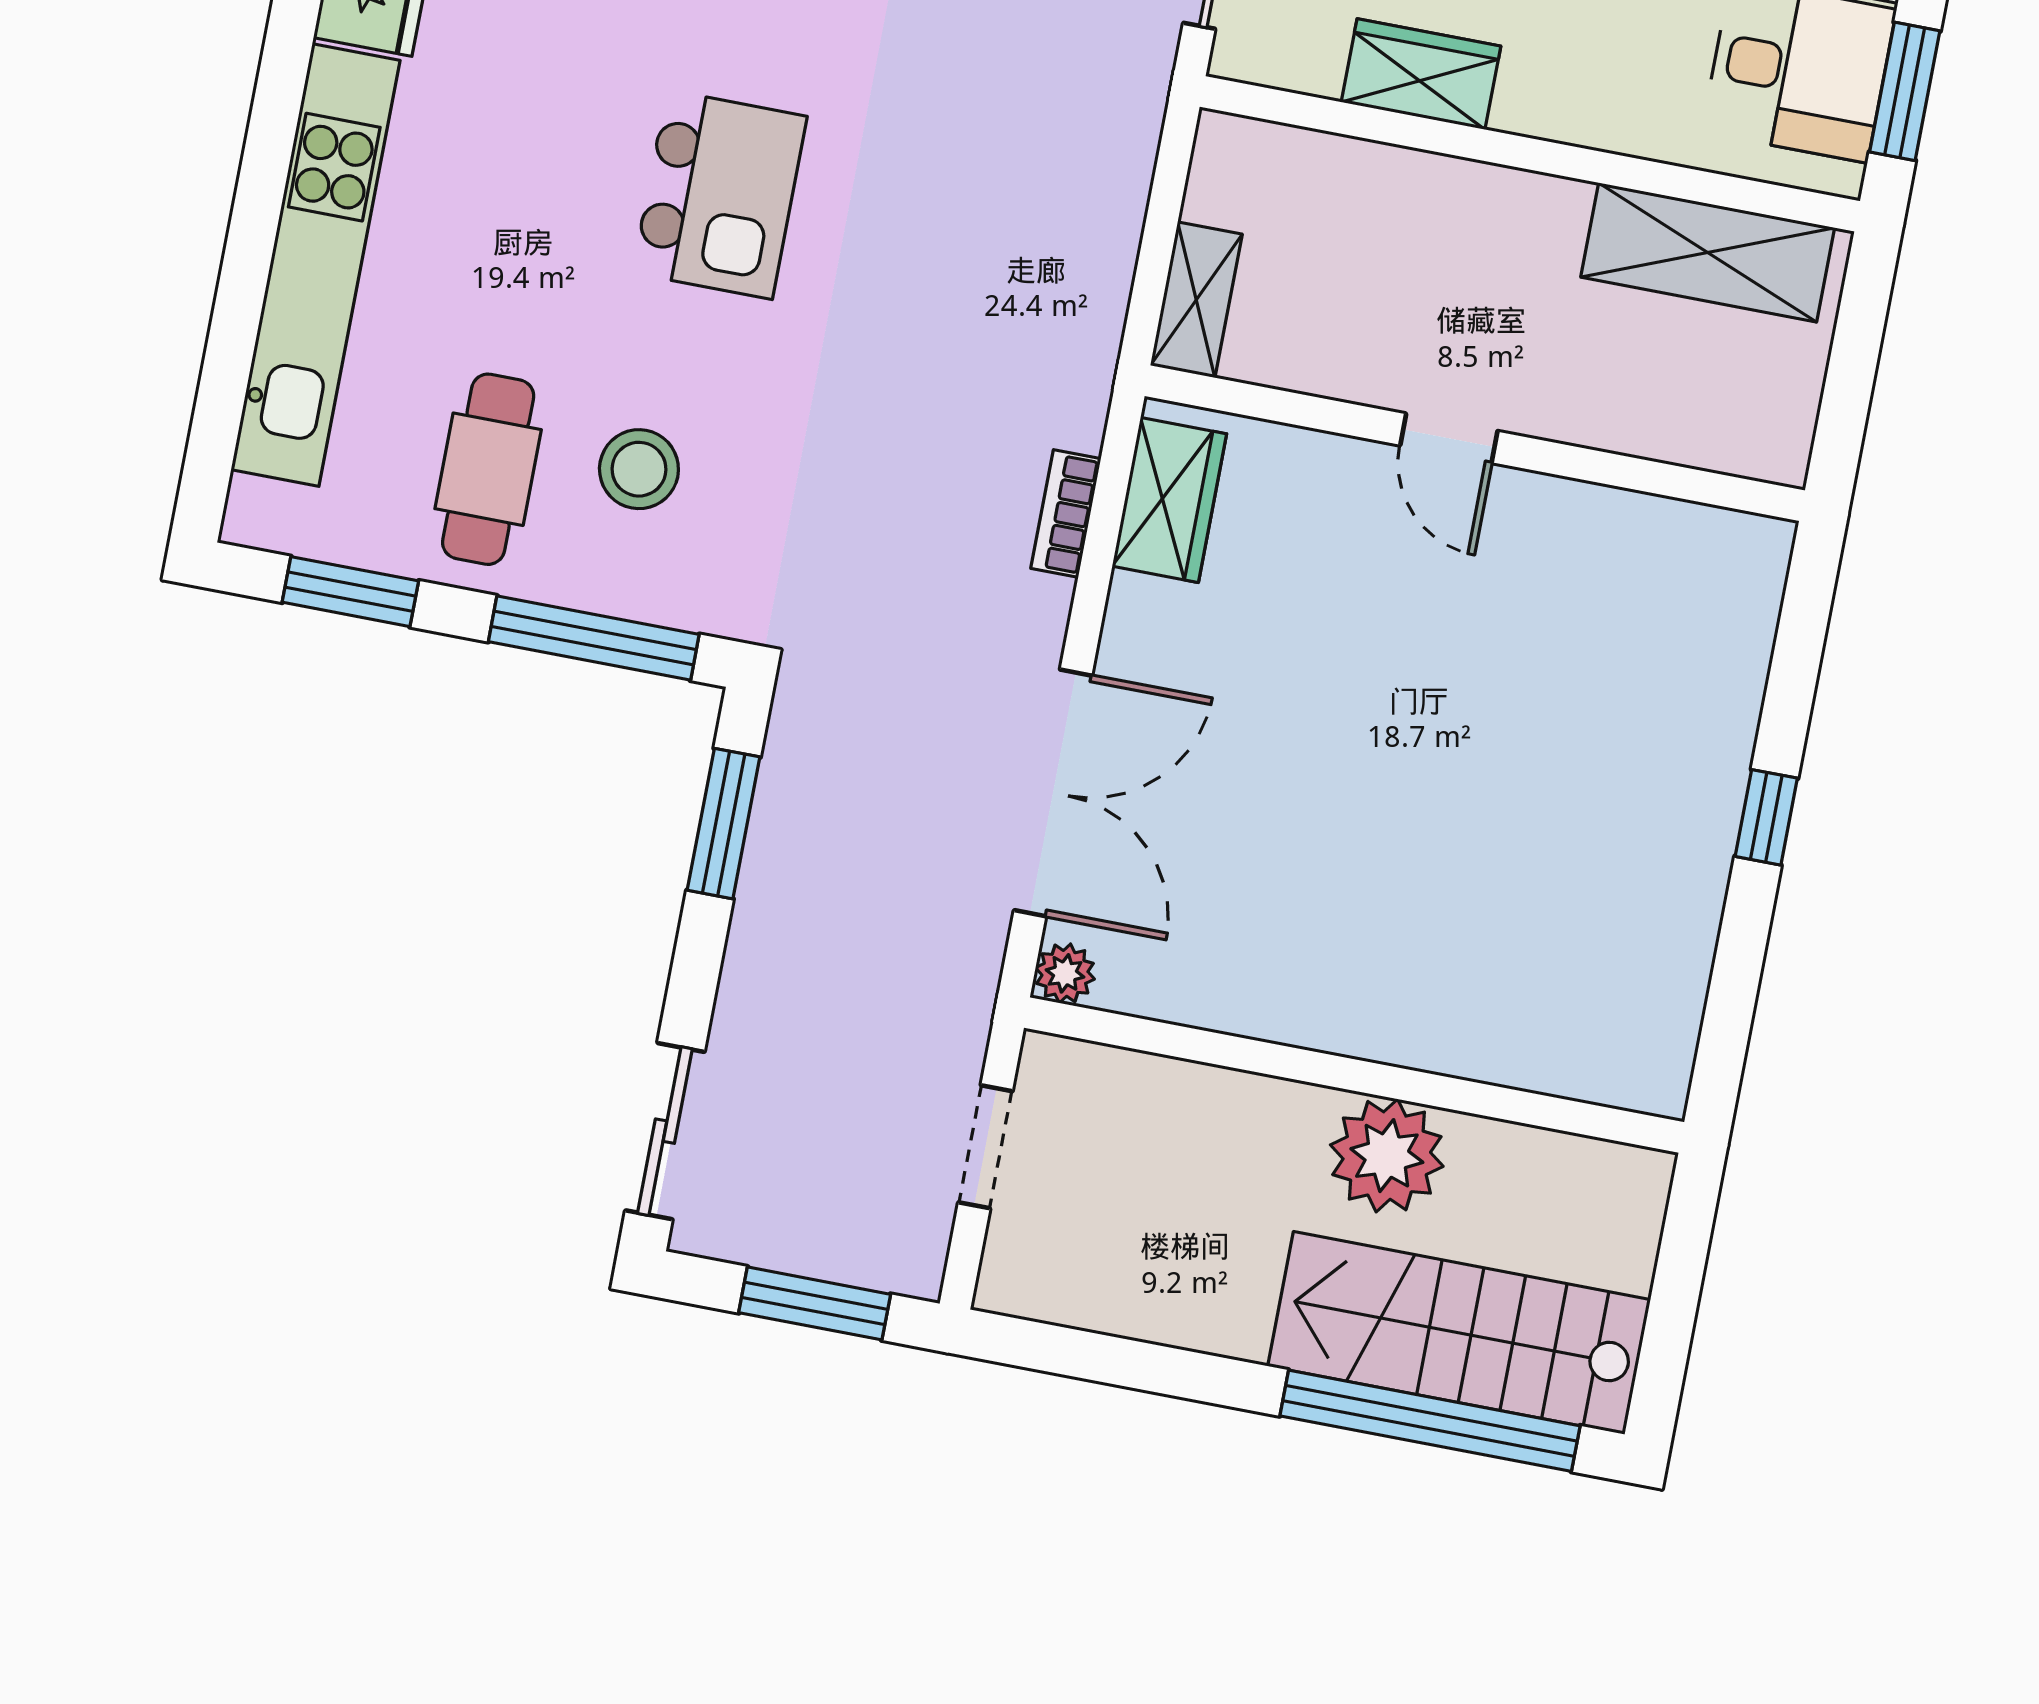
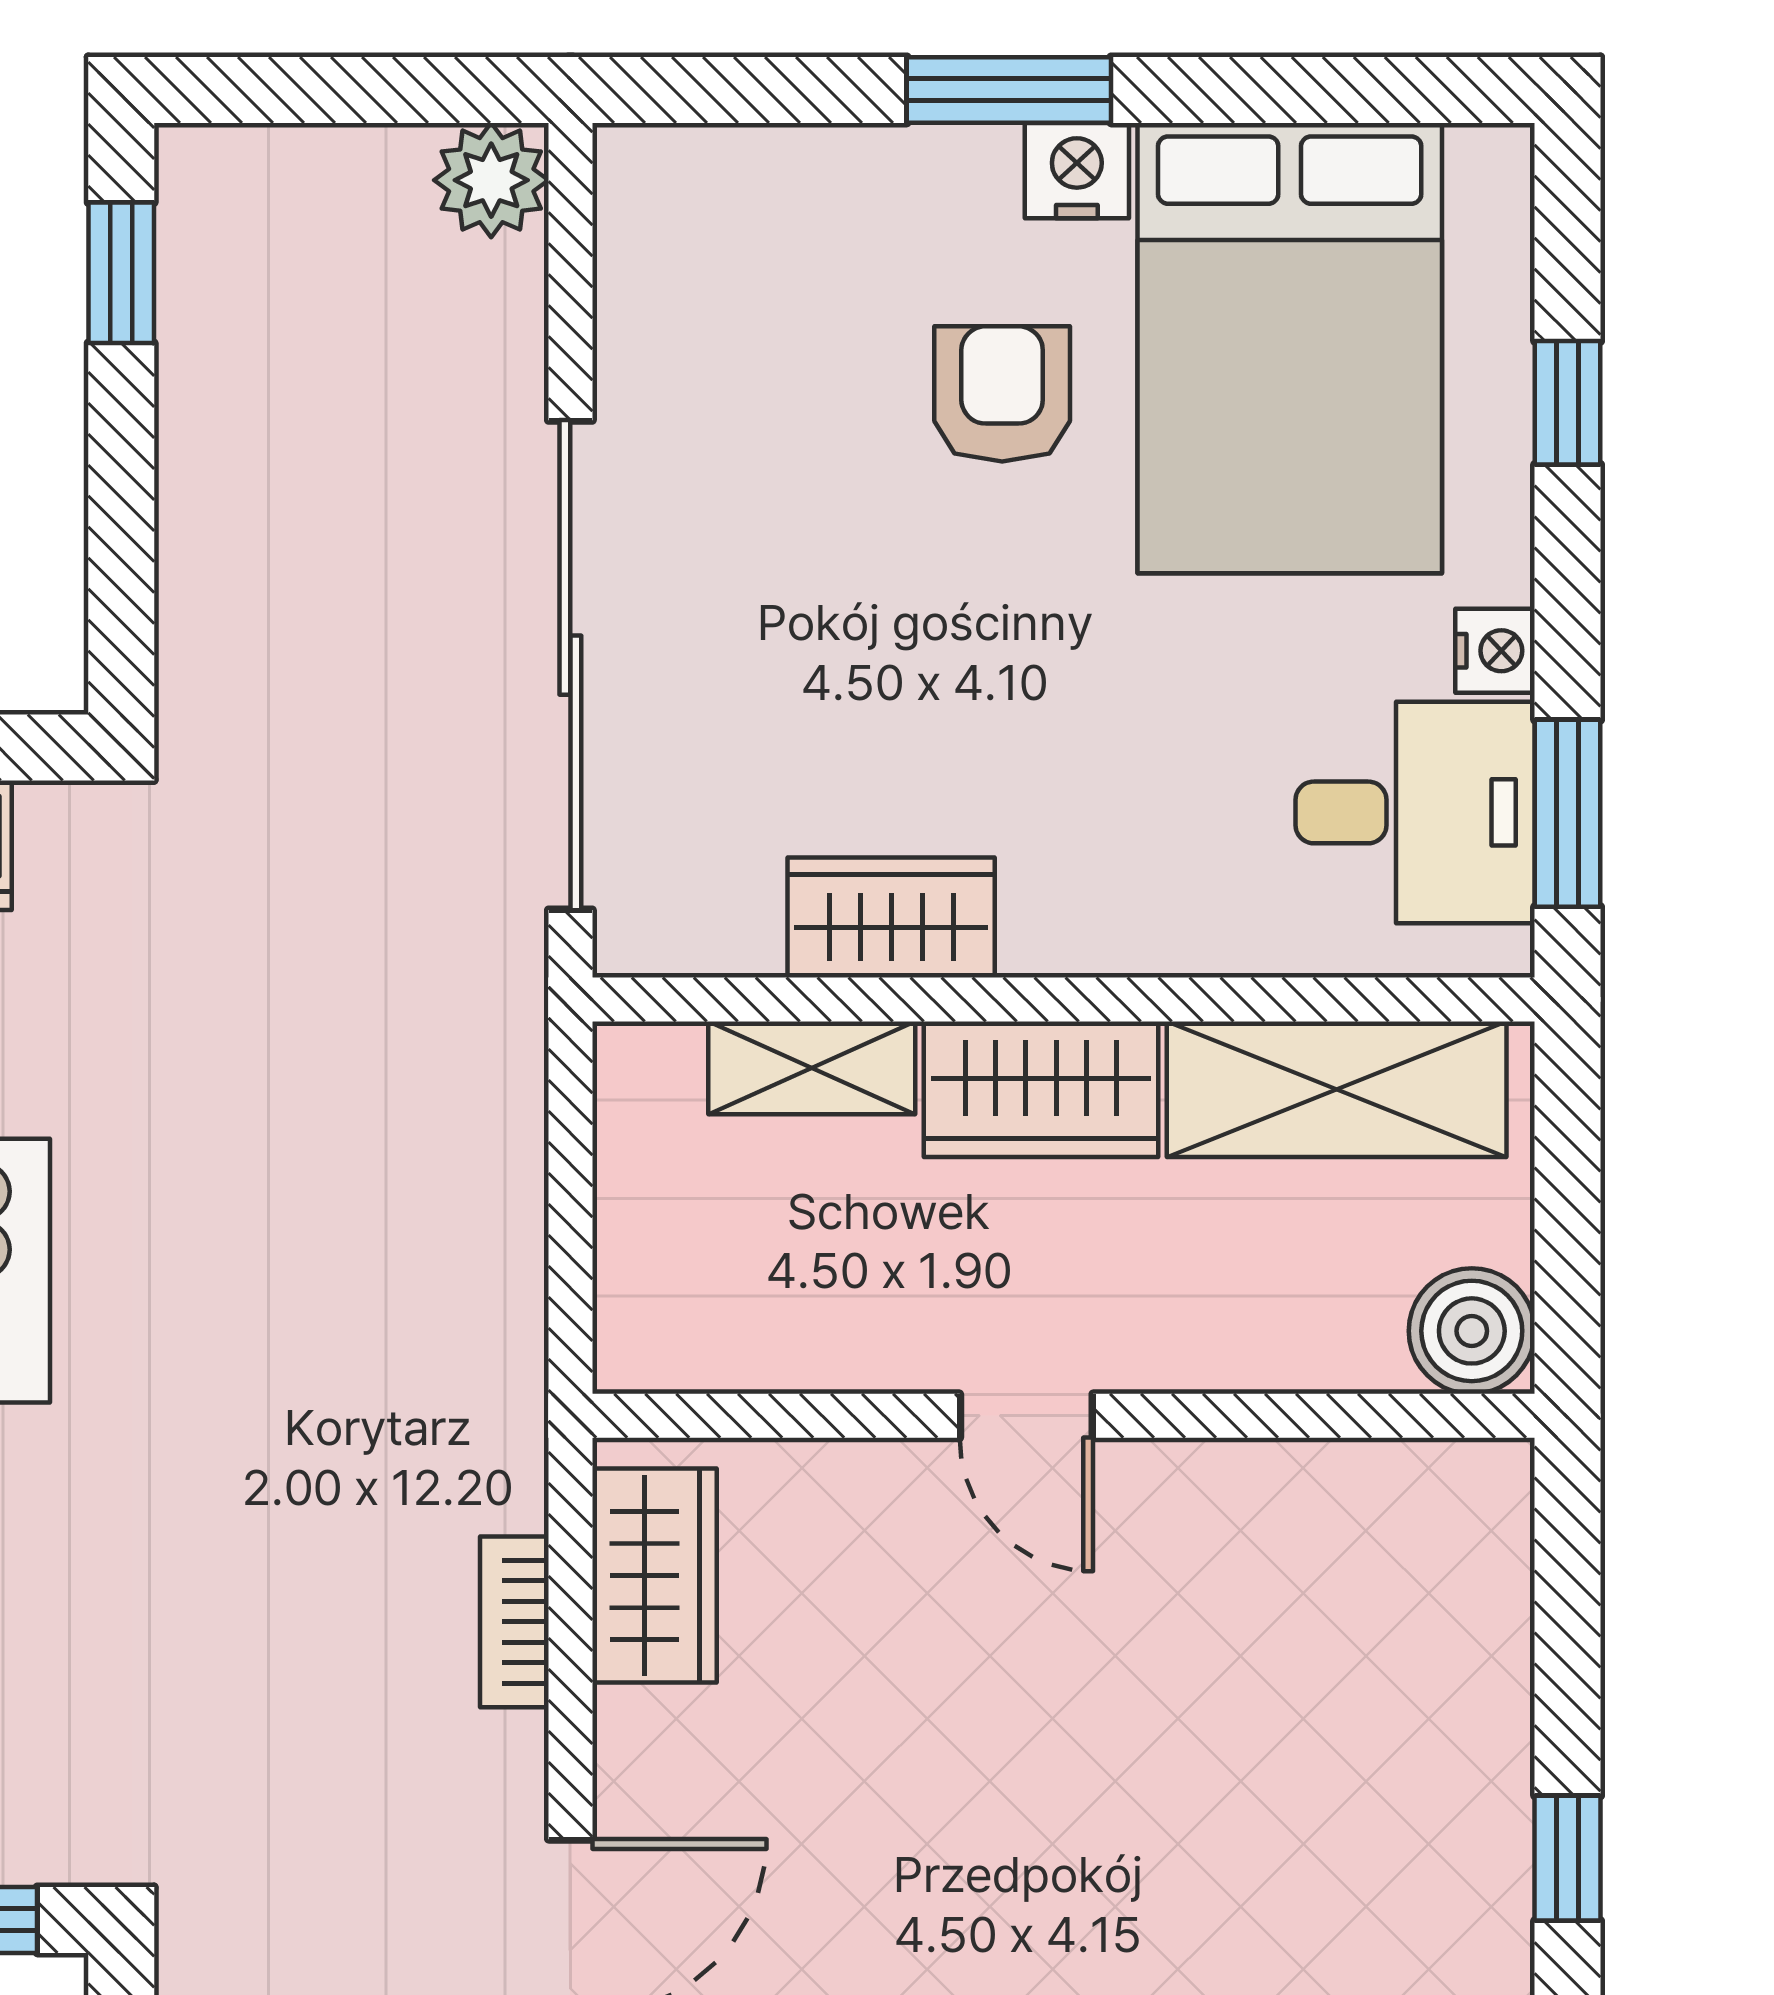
wardrobe: (1502, 213) -> (1041, 1089), added
shelving: (1196, 300) -> (812, 1068), moved, turned 90
boiler: (1770, 438) -> (1472, 1331), added

